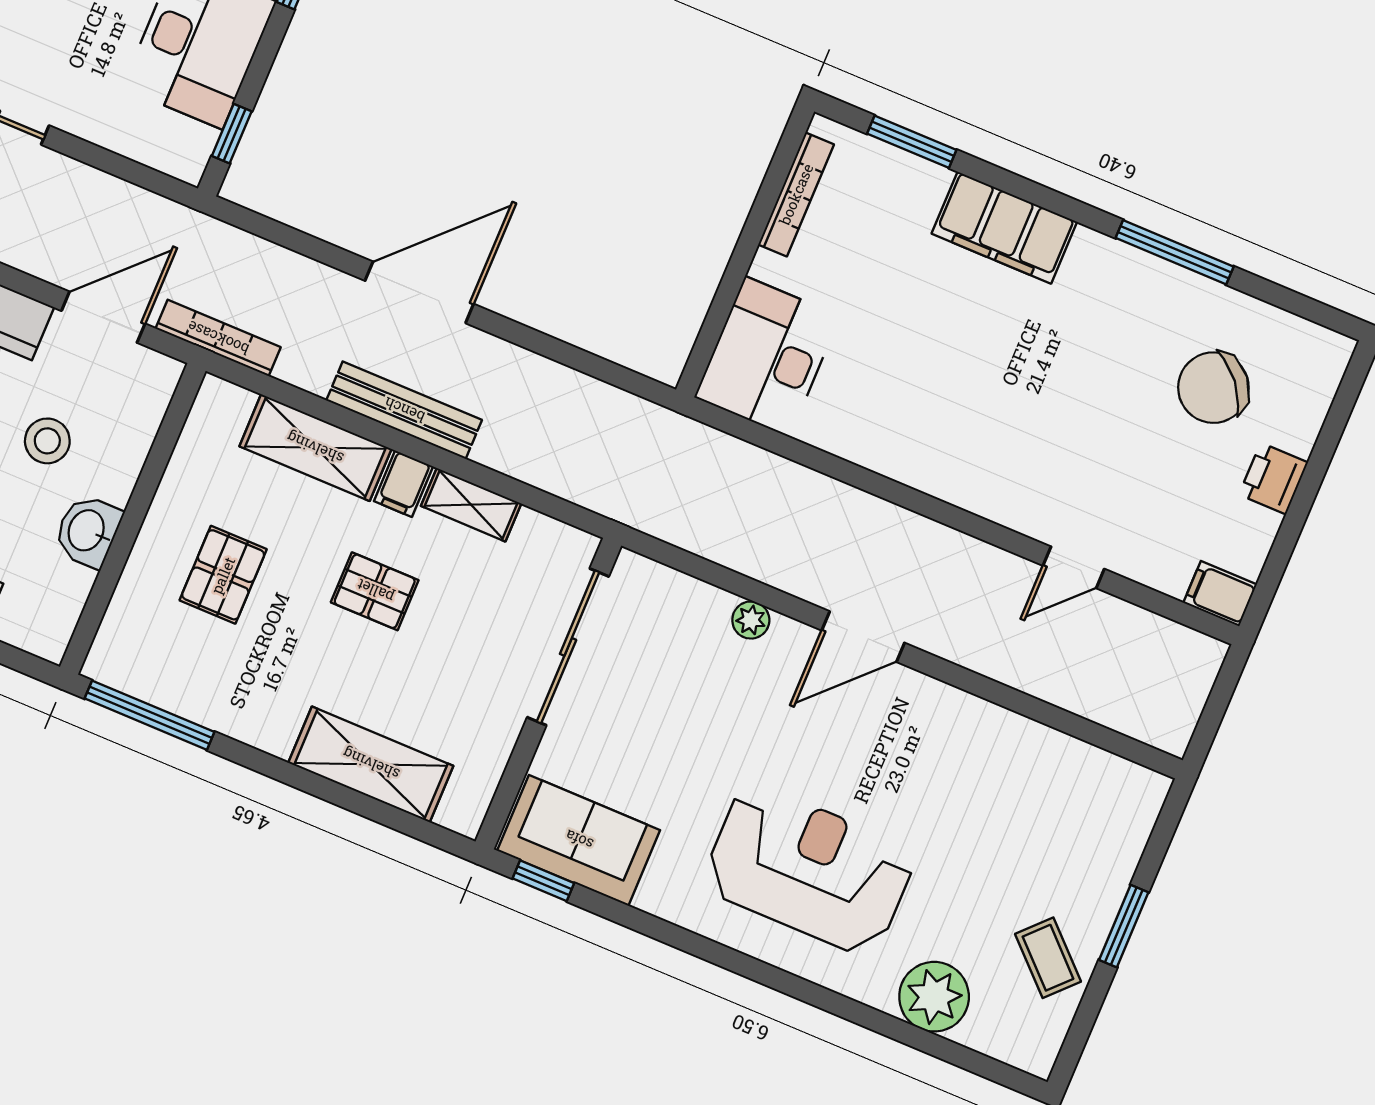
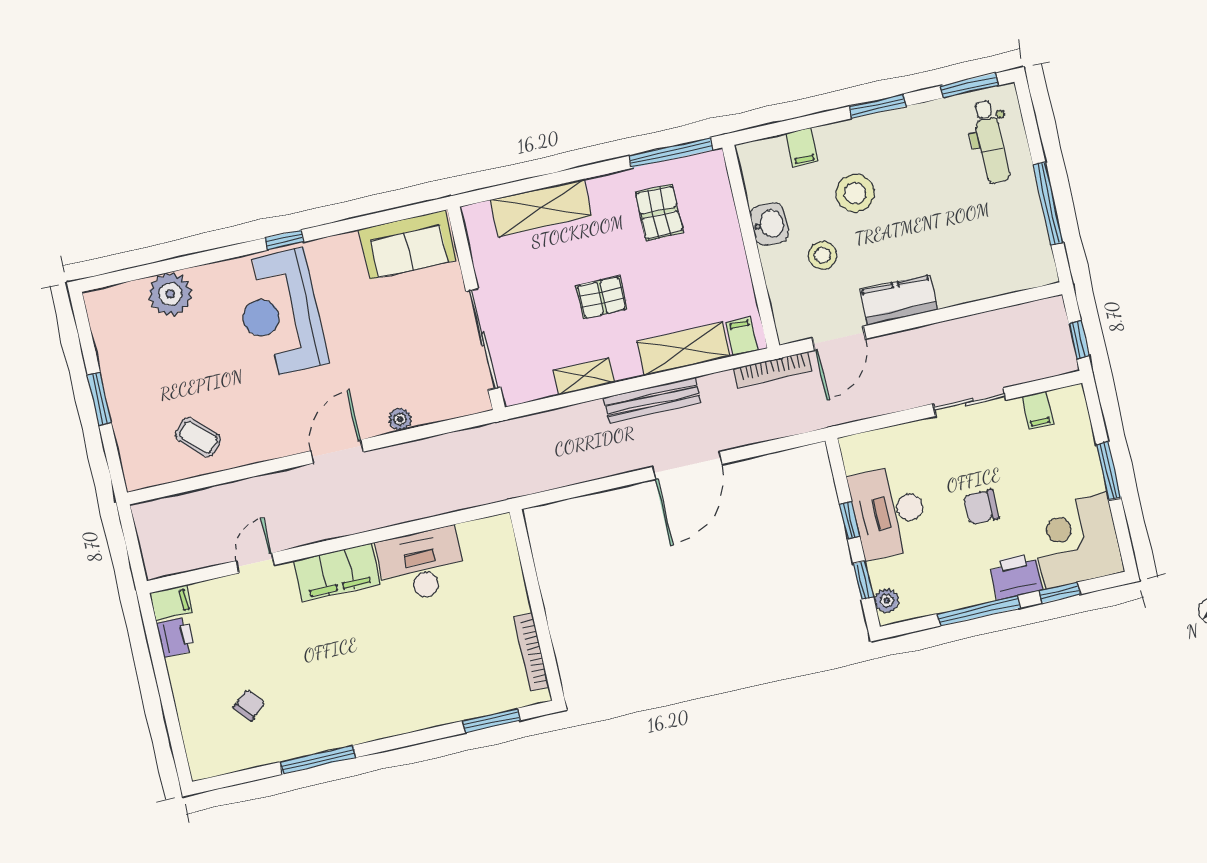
window: (232, 134) -> (850, 520), moved
filing cabinet: (1004, 228) -> (337, 572), moved, turned 180
desk: (767, 357) -> (421, 565), moved, turned -90
chair: (1213, 388) -> (249, 705), width x0.54, depth x0.54
printer: (1273, 479) -> (176, 637), moved
filing cabinet: (404, 484) -> (742, 336), moved
pallet: (223, 575) -> (659, 212), moved
reception desk: (809, 869) -> (280, 314), turned 90
window: (543, 881) -> (284, 240), moved
coffee table: (1048, 958) -> (198, 437), moved

